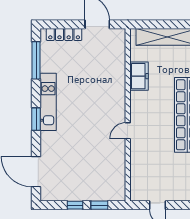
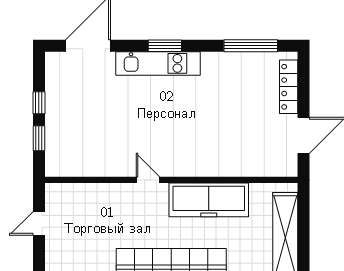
freezer: (139, 76) -> (209, 200), width x1.91, depth x1.26
kitchen unit: (48, 102) -> (158, 63), moved

